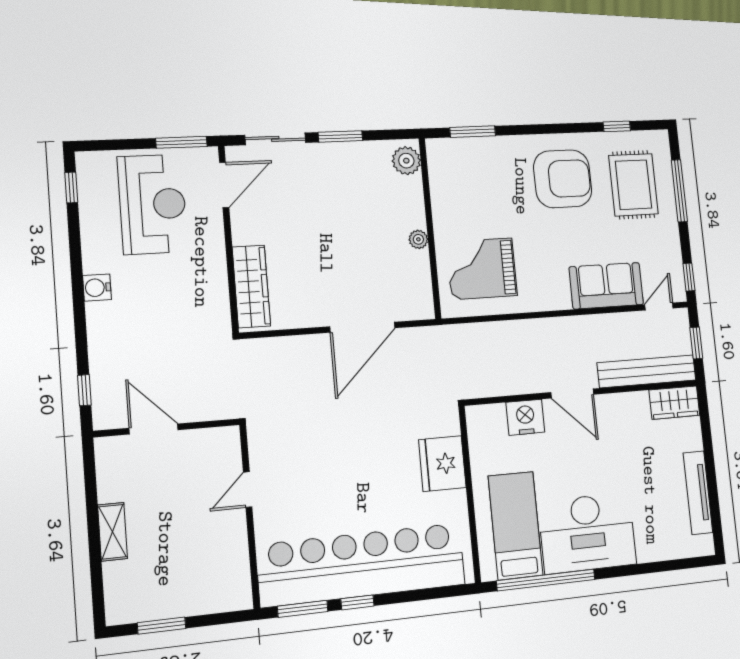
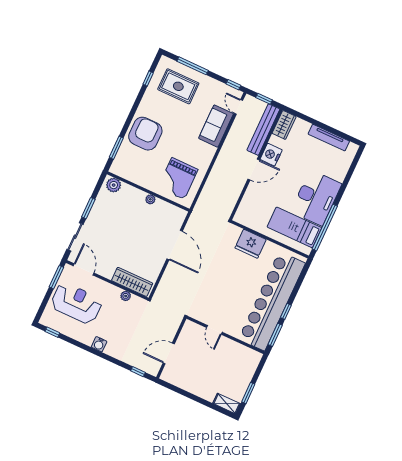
armchair: (563, 179) -> (145, 134), moved
plant: (218, 288) -> (126, 296), added
nightstand: (525, 417) -> (271, 155), moved
shelving: (113, 532) -> (227, 404), moved

